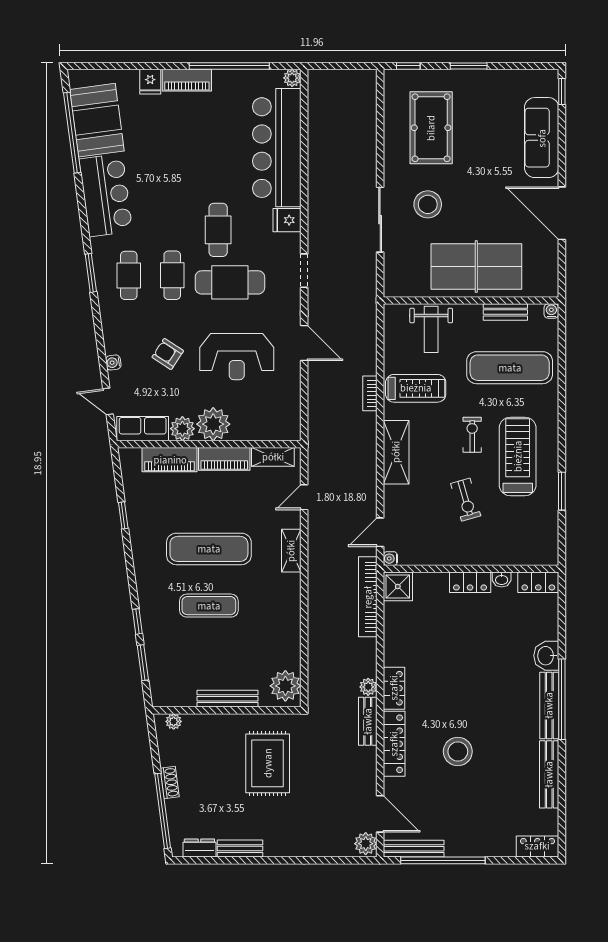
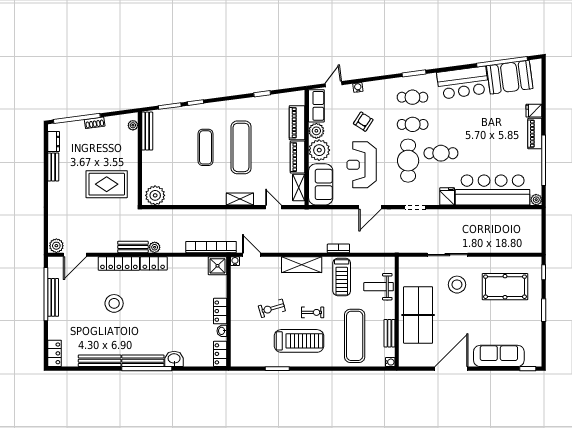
sofa: (268, 422) -> (321, 184), added
bench: (227, 699) -> (147, 131), moved
bench: (414, 849) -> (53, 297), moved

